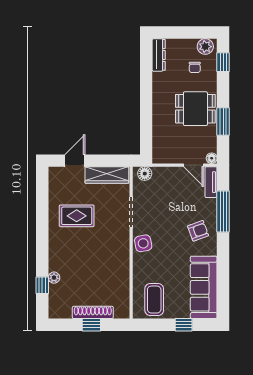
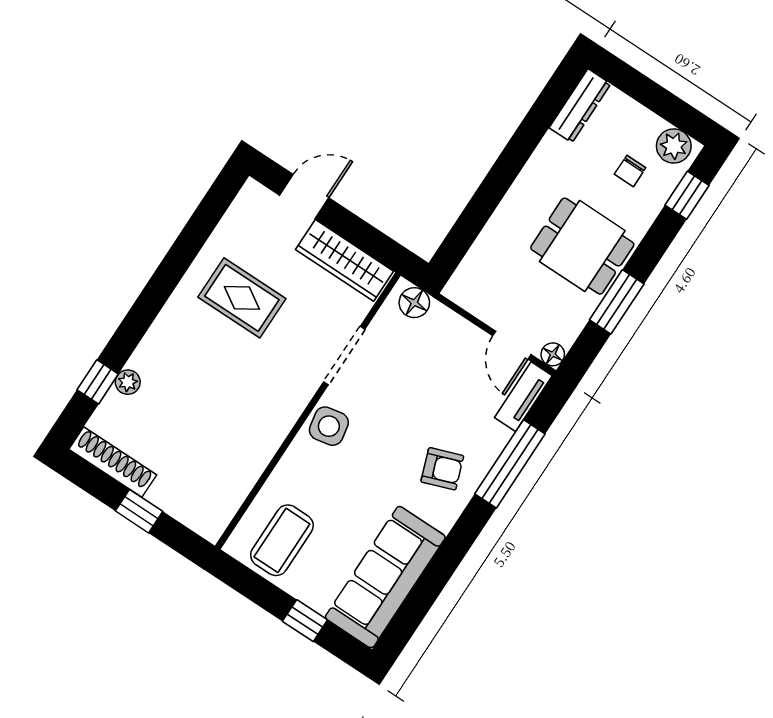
shoe rack: (93, 312) -> (113, 462), moved

